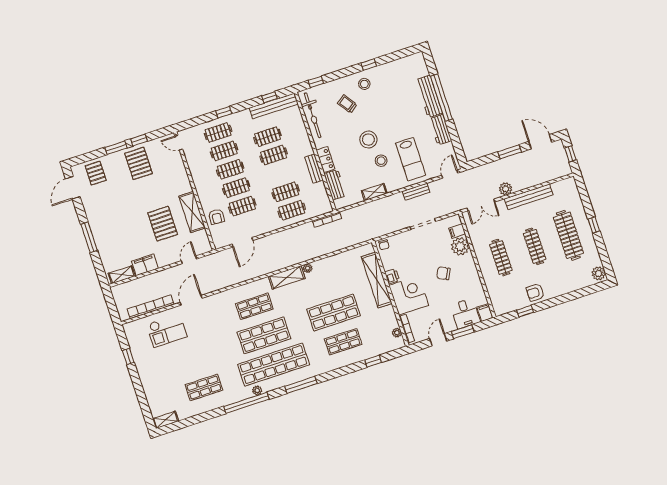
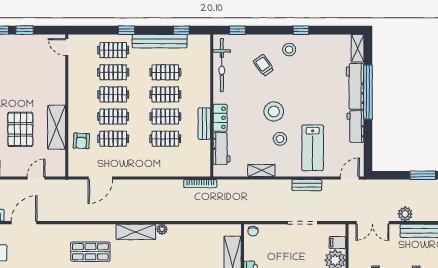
shelving: (421, 64) -> (358, 48), added
bench: (274, 106) -> (160, 41), moved
pallet: (138, 163) -> (16, 55), removed
clothes rail: (292, 210) -> (165, 117), moved

